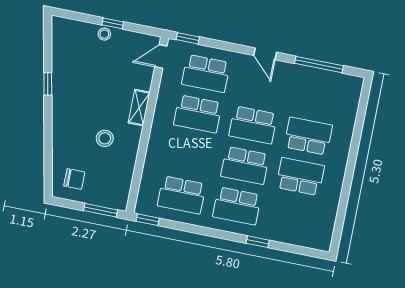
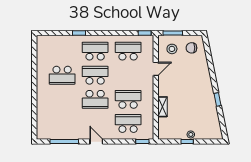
door: (161, 56) -> (156, 69), moved
shelving: (139, 108) -> (162, 107), moved
school desk: (253, 125) -> (95, 99), turned 180
school desk: (308, 136) -> (62, 99), removed
stool: (105, 138) -> (172, 49), moved

